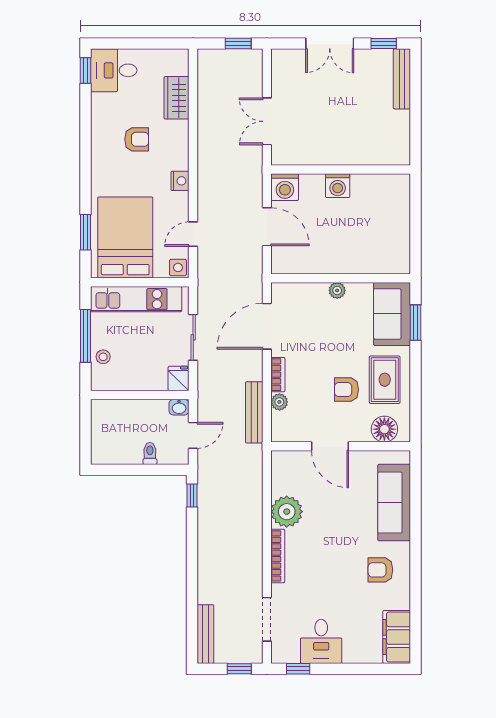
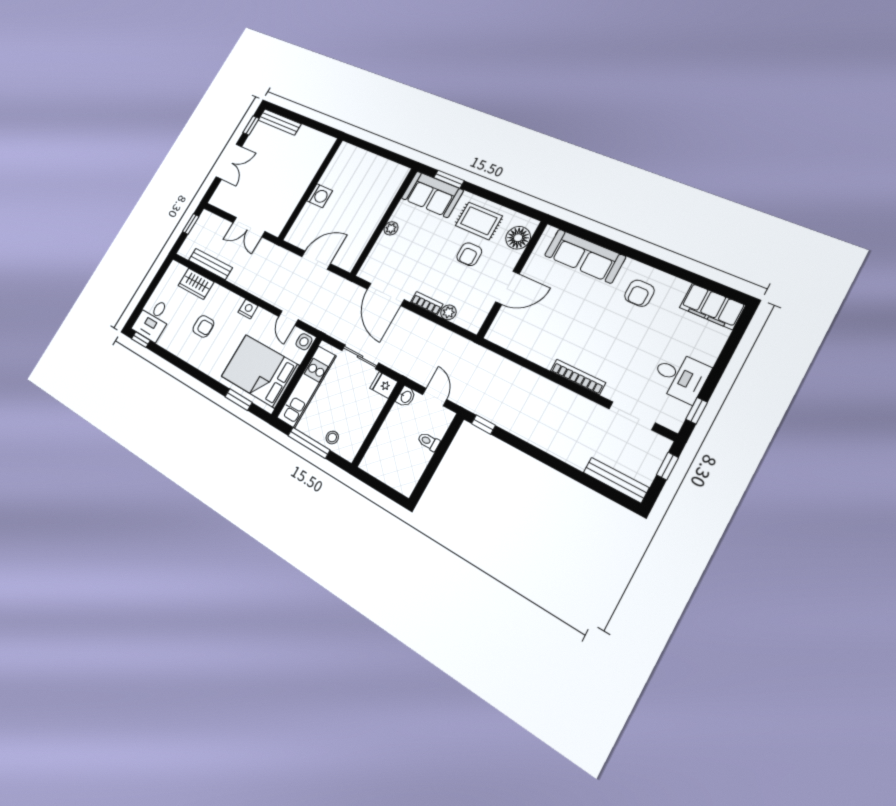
armchair: (137, 139) -> (203, 326), turned 90
washing machine: (285, 187) -> (298, 234), removed
bench: (254, 412) -> (210, 264), moved
plant: (287, 512) -> (543, 350), removed

